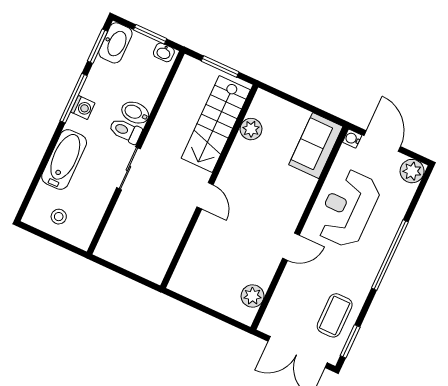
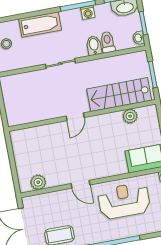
washing machine: (83, 108) -> (88, 12), moved
toilet: (125, 131) -> (108, 42), moved

